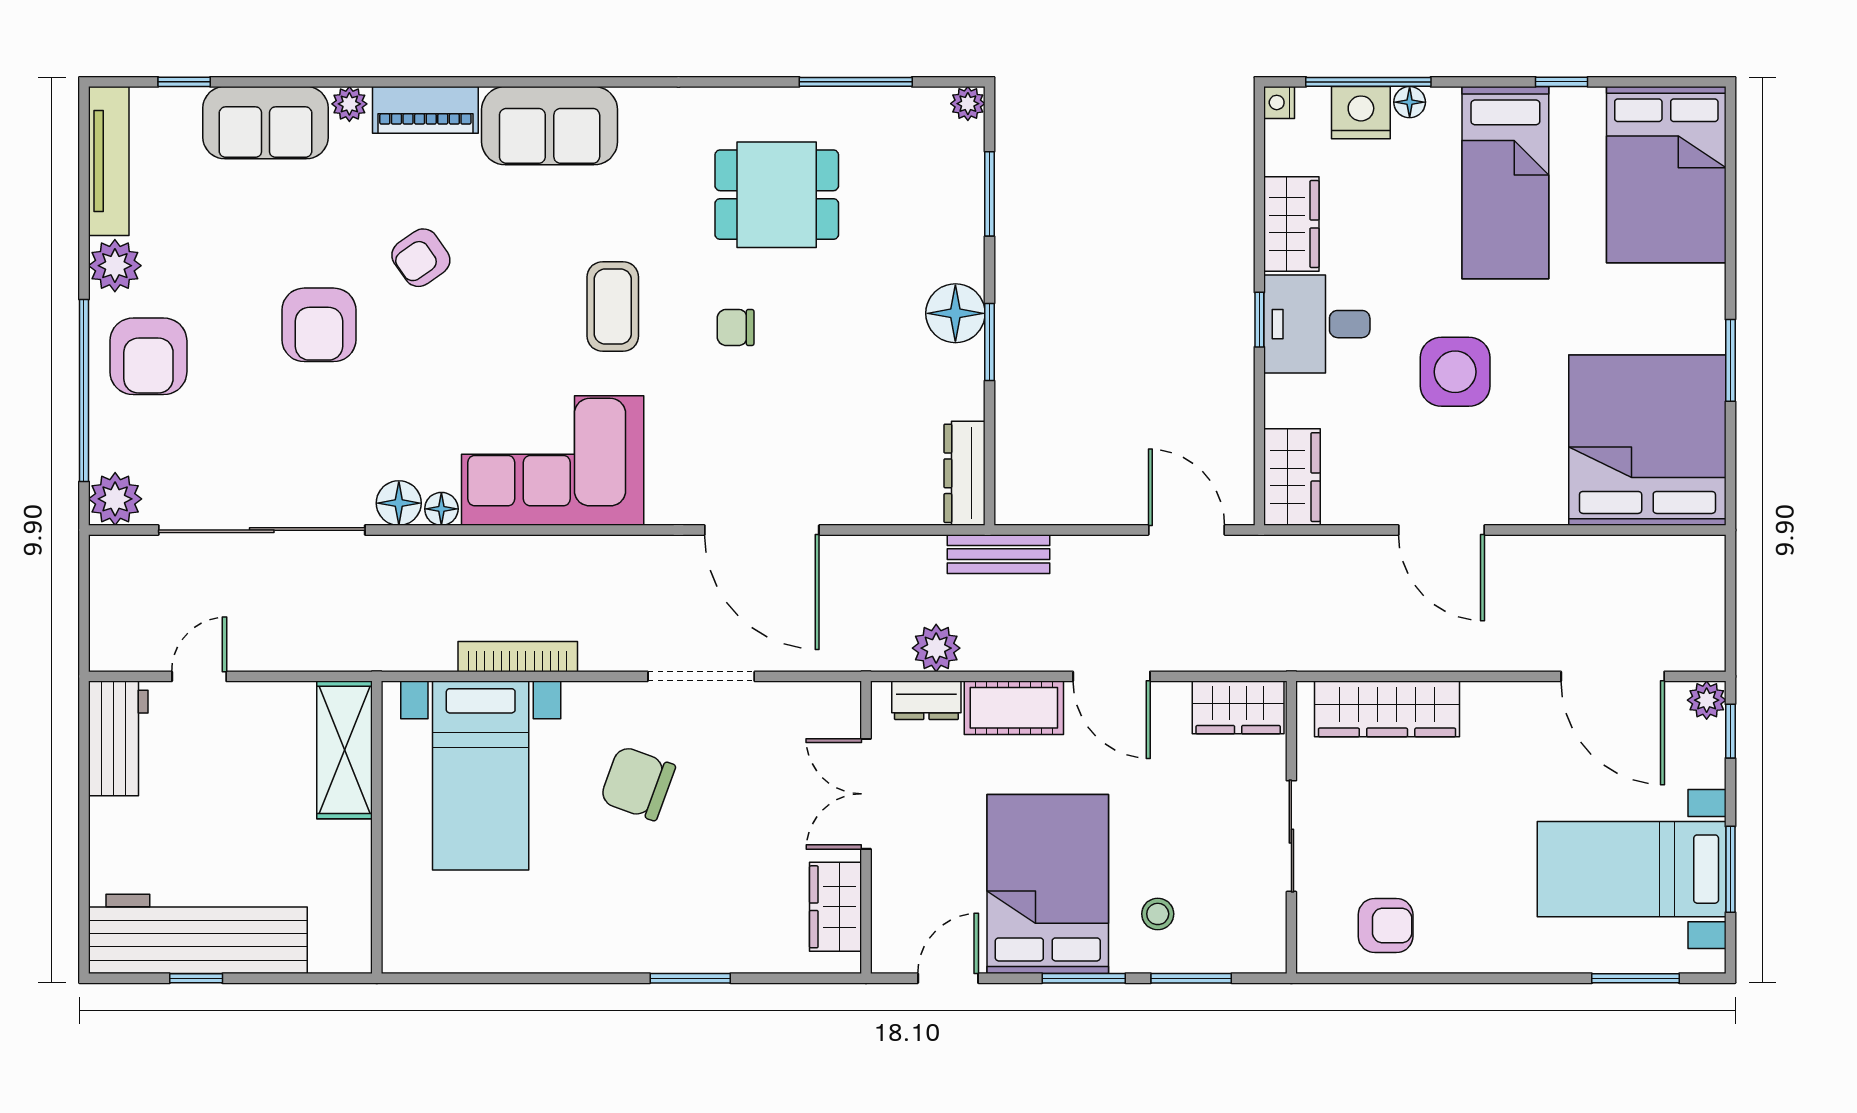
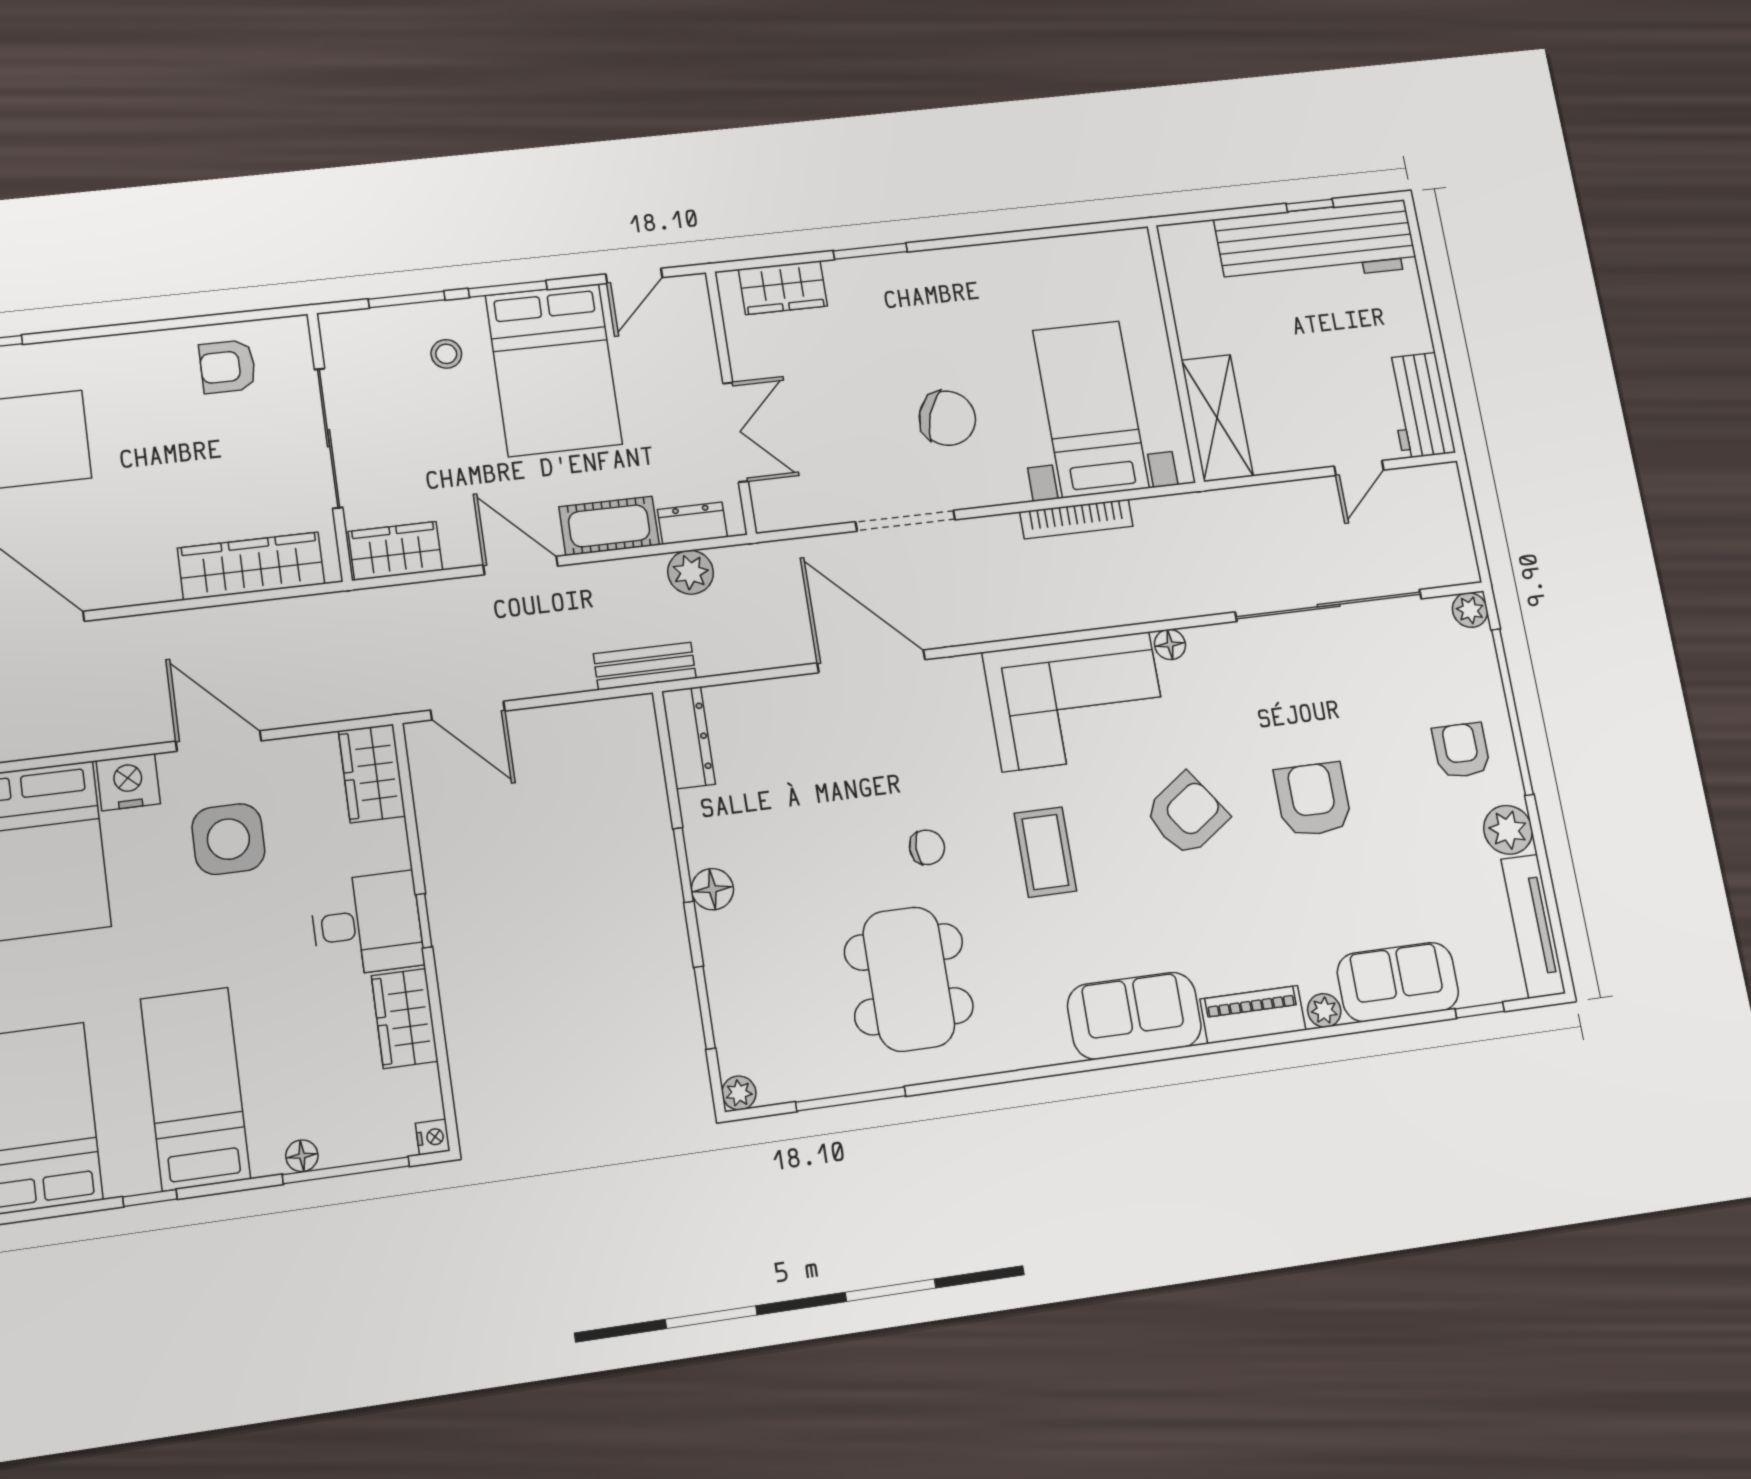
nightstand: (1361, 113) -> (128, 782), moved, turned 180
dining table: (777, 195) -> (909, 979), width x1.38
armchair: (421, 258) -> (1187, 815), moved, width x1.38, depth x1.38
floor lamp: (955, 313) -> (712, 889), width x0.73, depth x0.73
armchair: (148, 356) -> (1461, 750), width x0.72, depth x0.72
side table: (1455, 372) -> (228, 839), moved
plant: (115, 499) -> (1470, 610), width x0.73, depth x0.73
floor lamp: (399, 503) -> (1210, 645), removed
sliding door: (1291, 836) -> (329, 438), width x1.37
wardrobe: (836, 907) -> (783, 288), moved, turned 90

